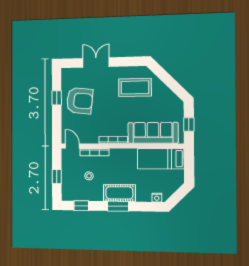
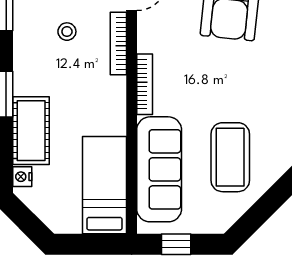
coffee table: (135, 87) -> (230, 157), moved
cot: (119, 193) -> (31, 131), moved

